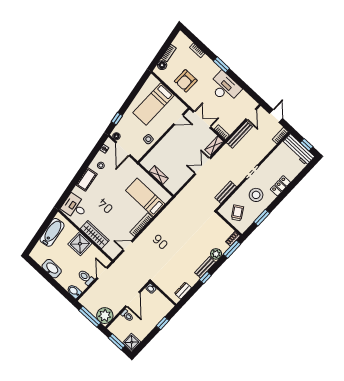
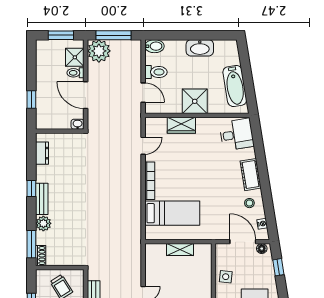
wardrobe: (95, 235) -> (181, 125), width x0.67
shower: (132, 342) -> (75, 57), moved

